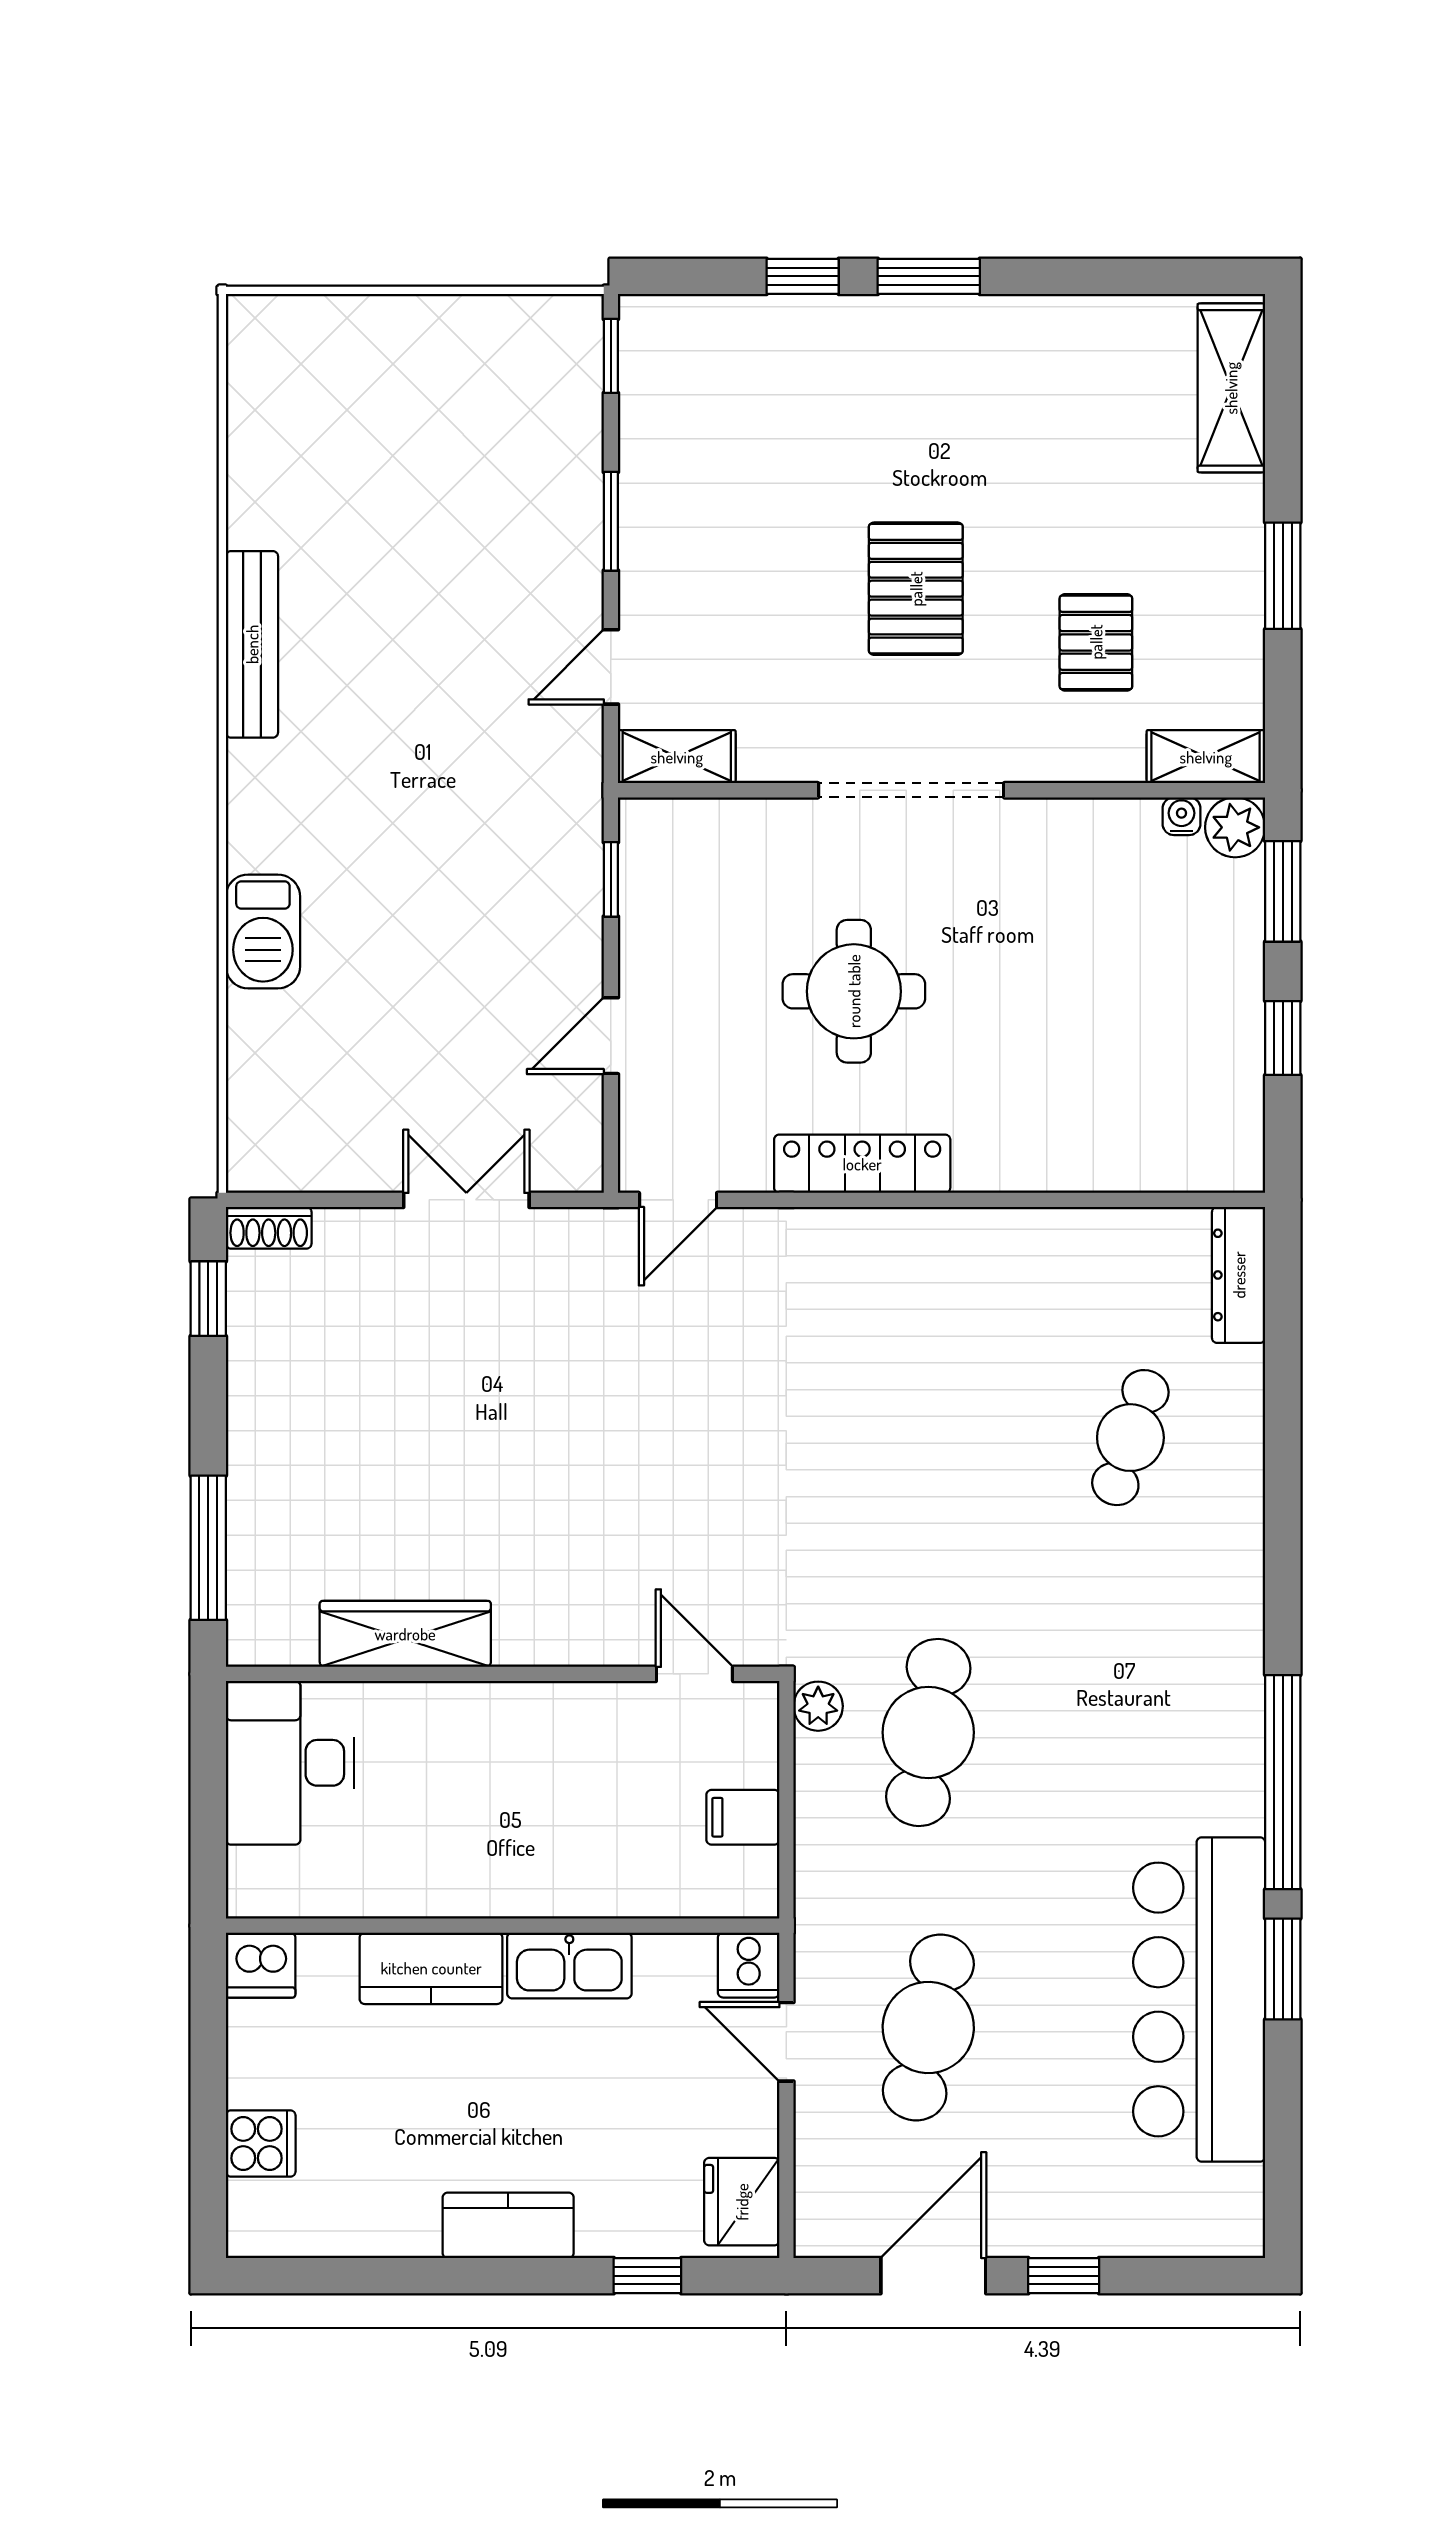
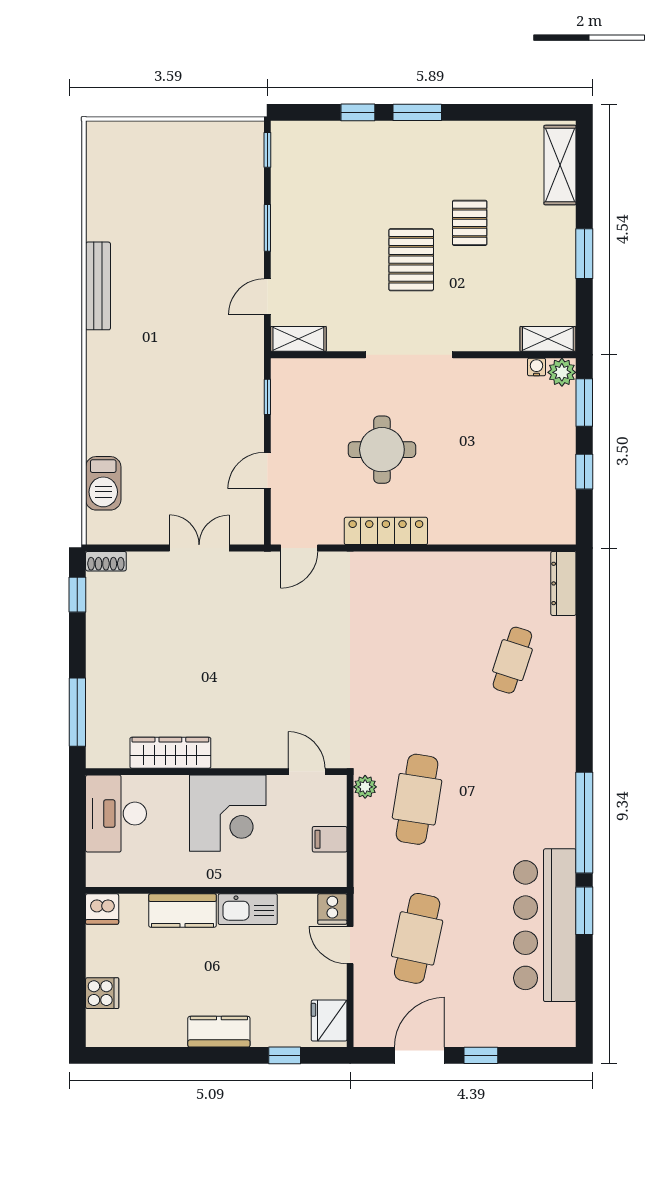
pallet: (1096, 642) -> (470, 223), moved
barbecue: (263, 931) -> (103, 483), moved
corner desk: (527, 1762) -> (228, 813), added

